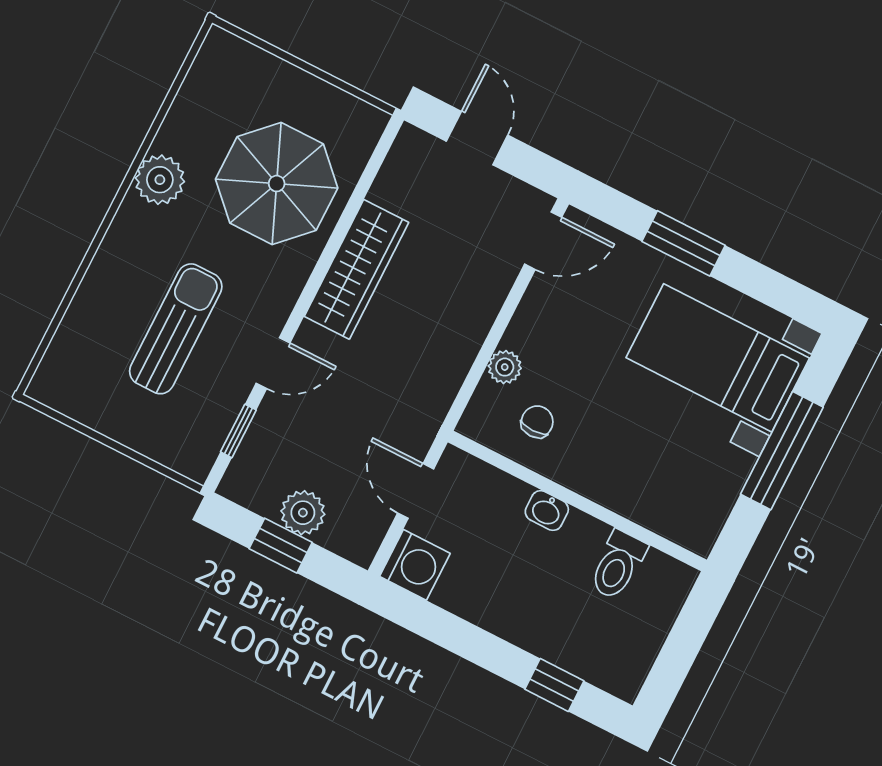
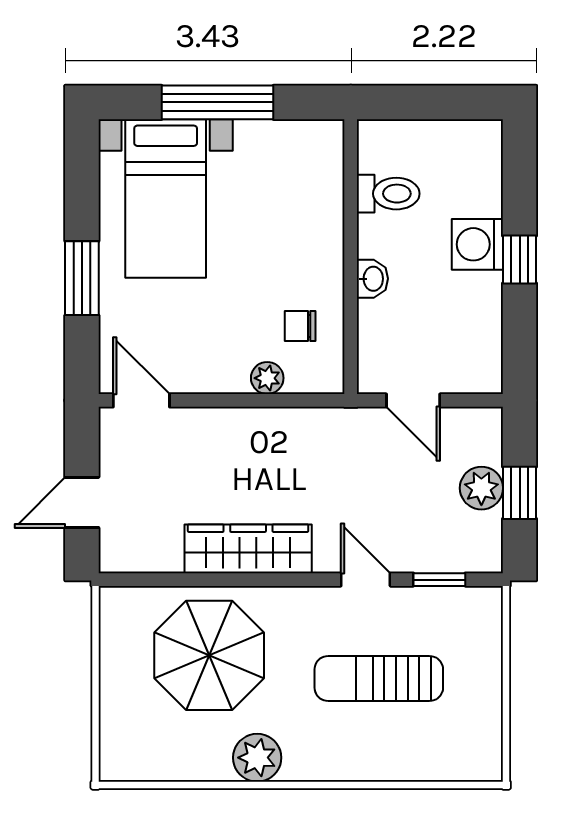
door: (416, 491) -> (413, 400), hinge flipped
washing machine: (415, 565) -> (477, 244), moved, turned -90
window: (554, 685) -> (520, 260), moved

